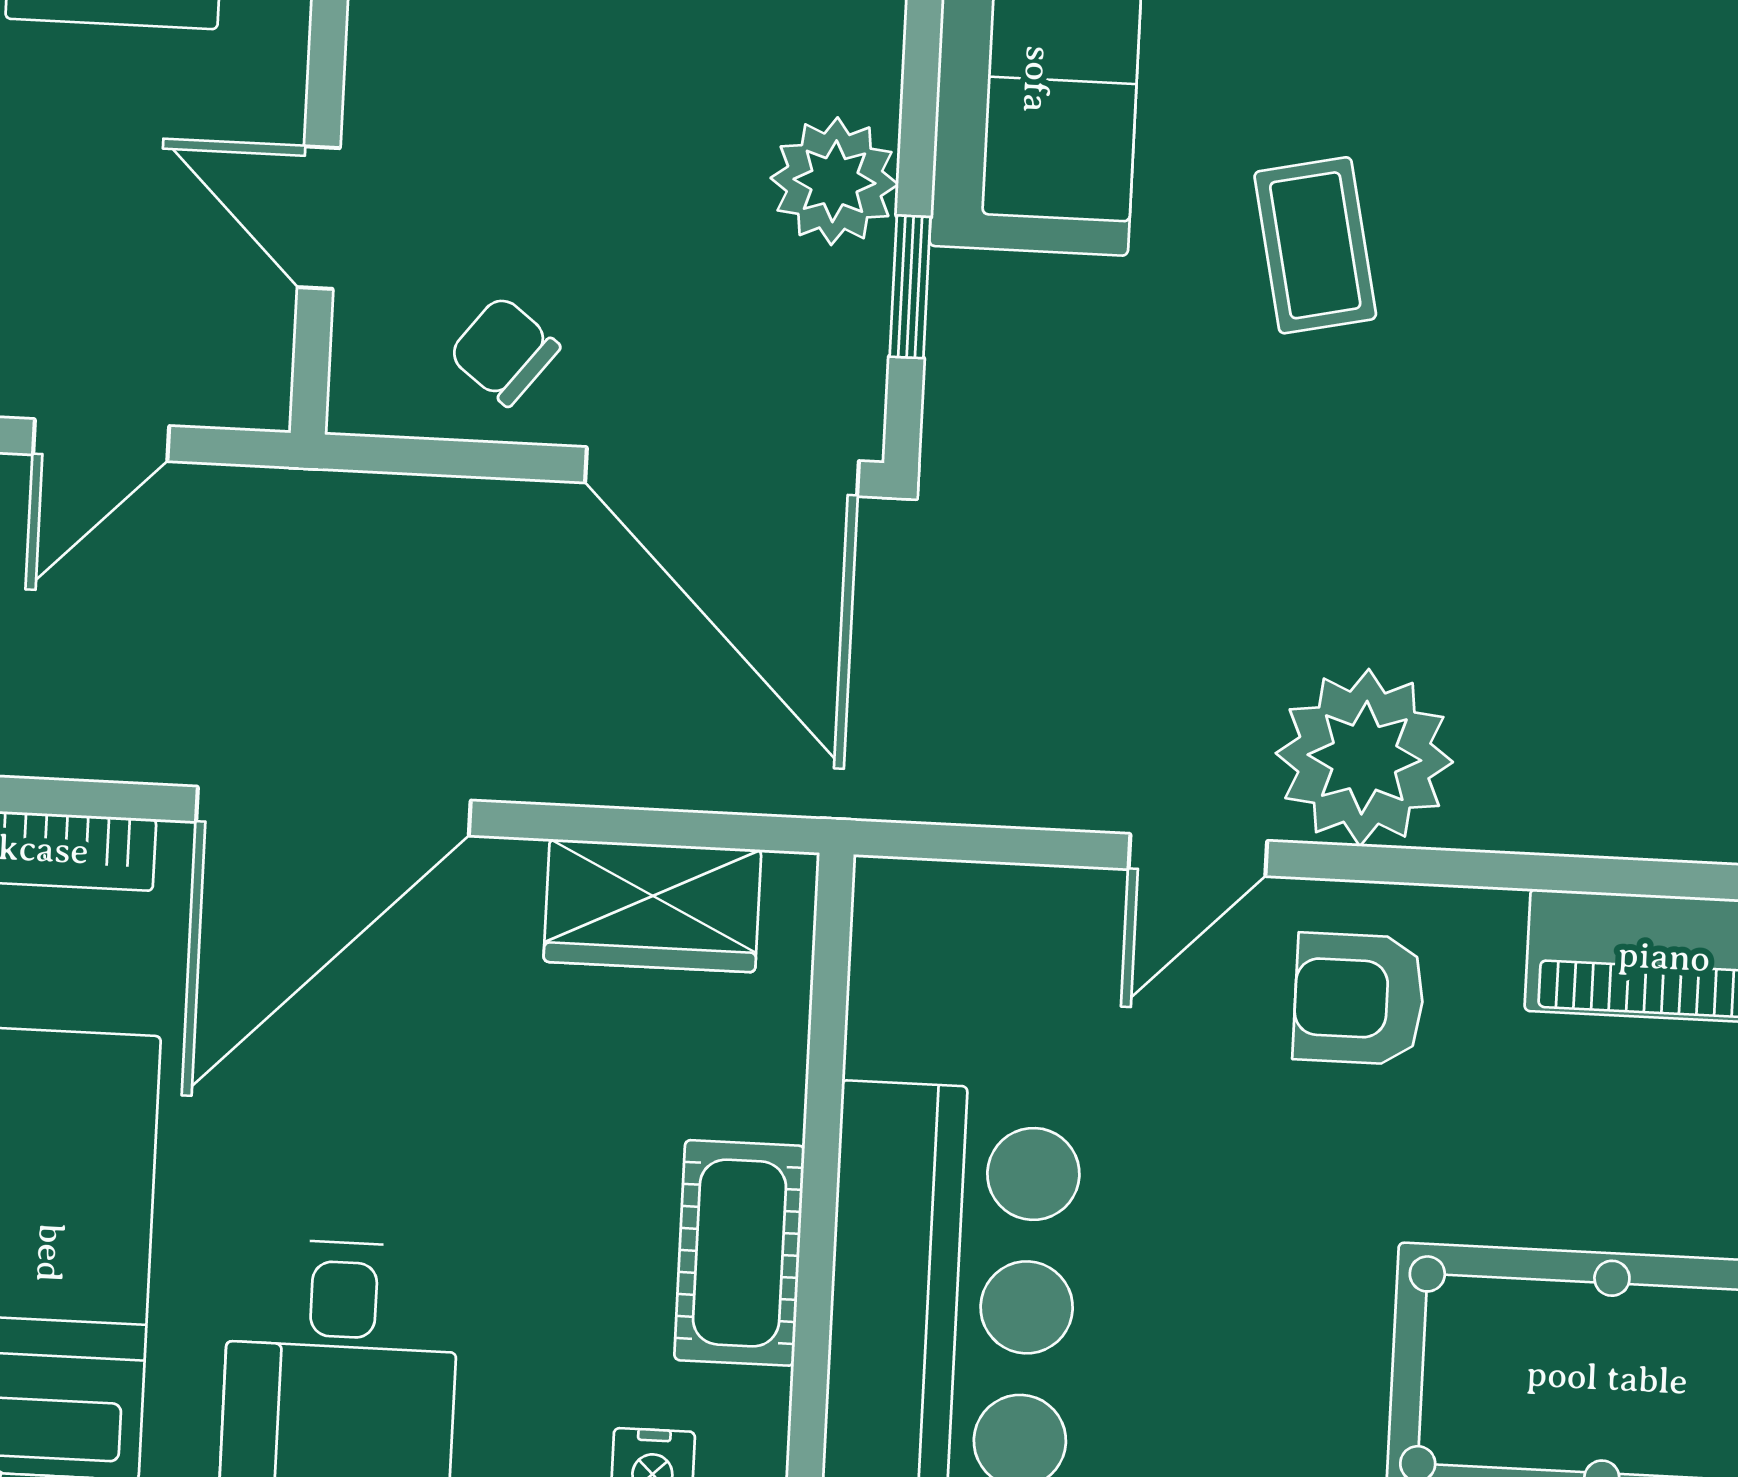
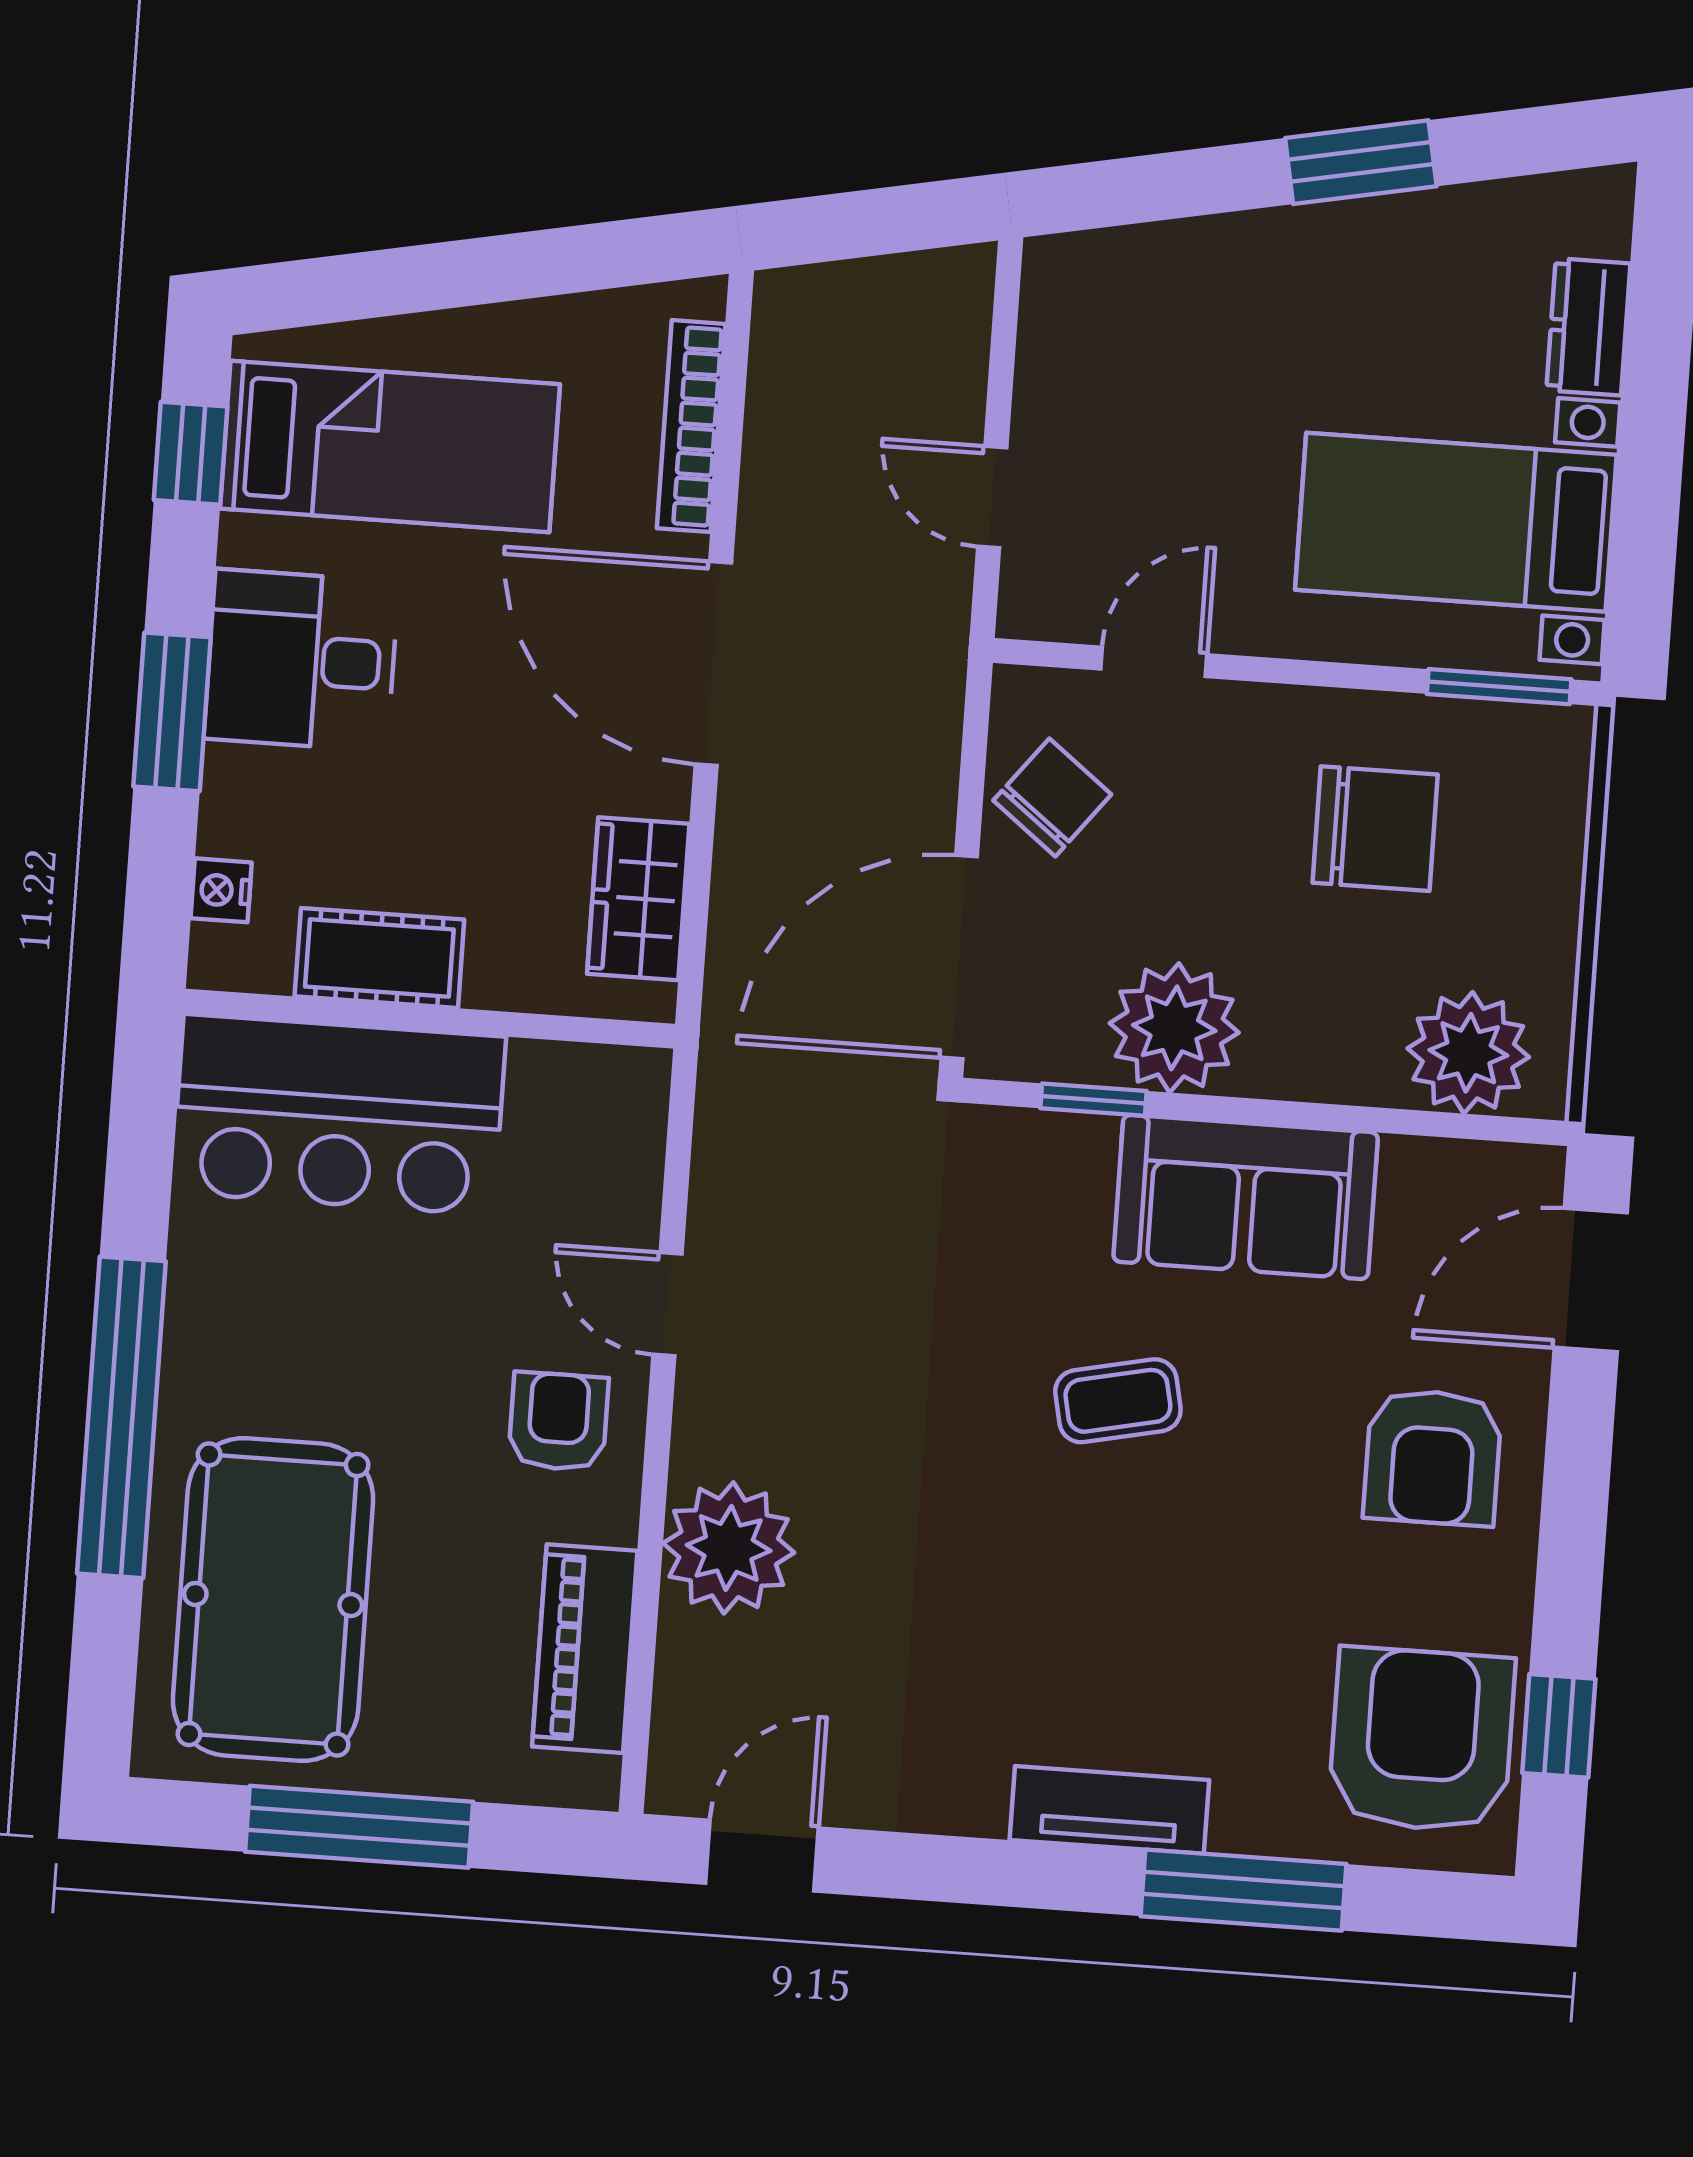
plant: (834, 181) -> (1174, 1028), width x1.36, depth x1.36
chair: (504, 351) -> (1052, 797), width x1.37, depth x1.37
plant: (1364, 758) -> (729, 1548), moved

